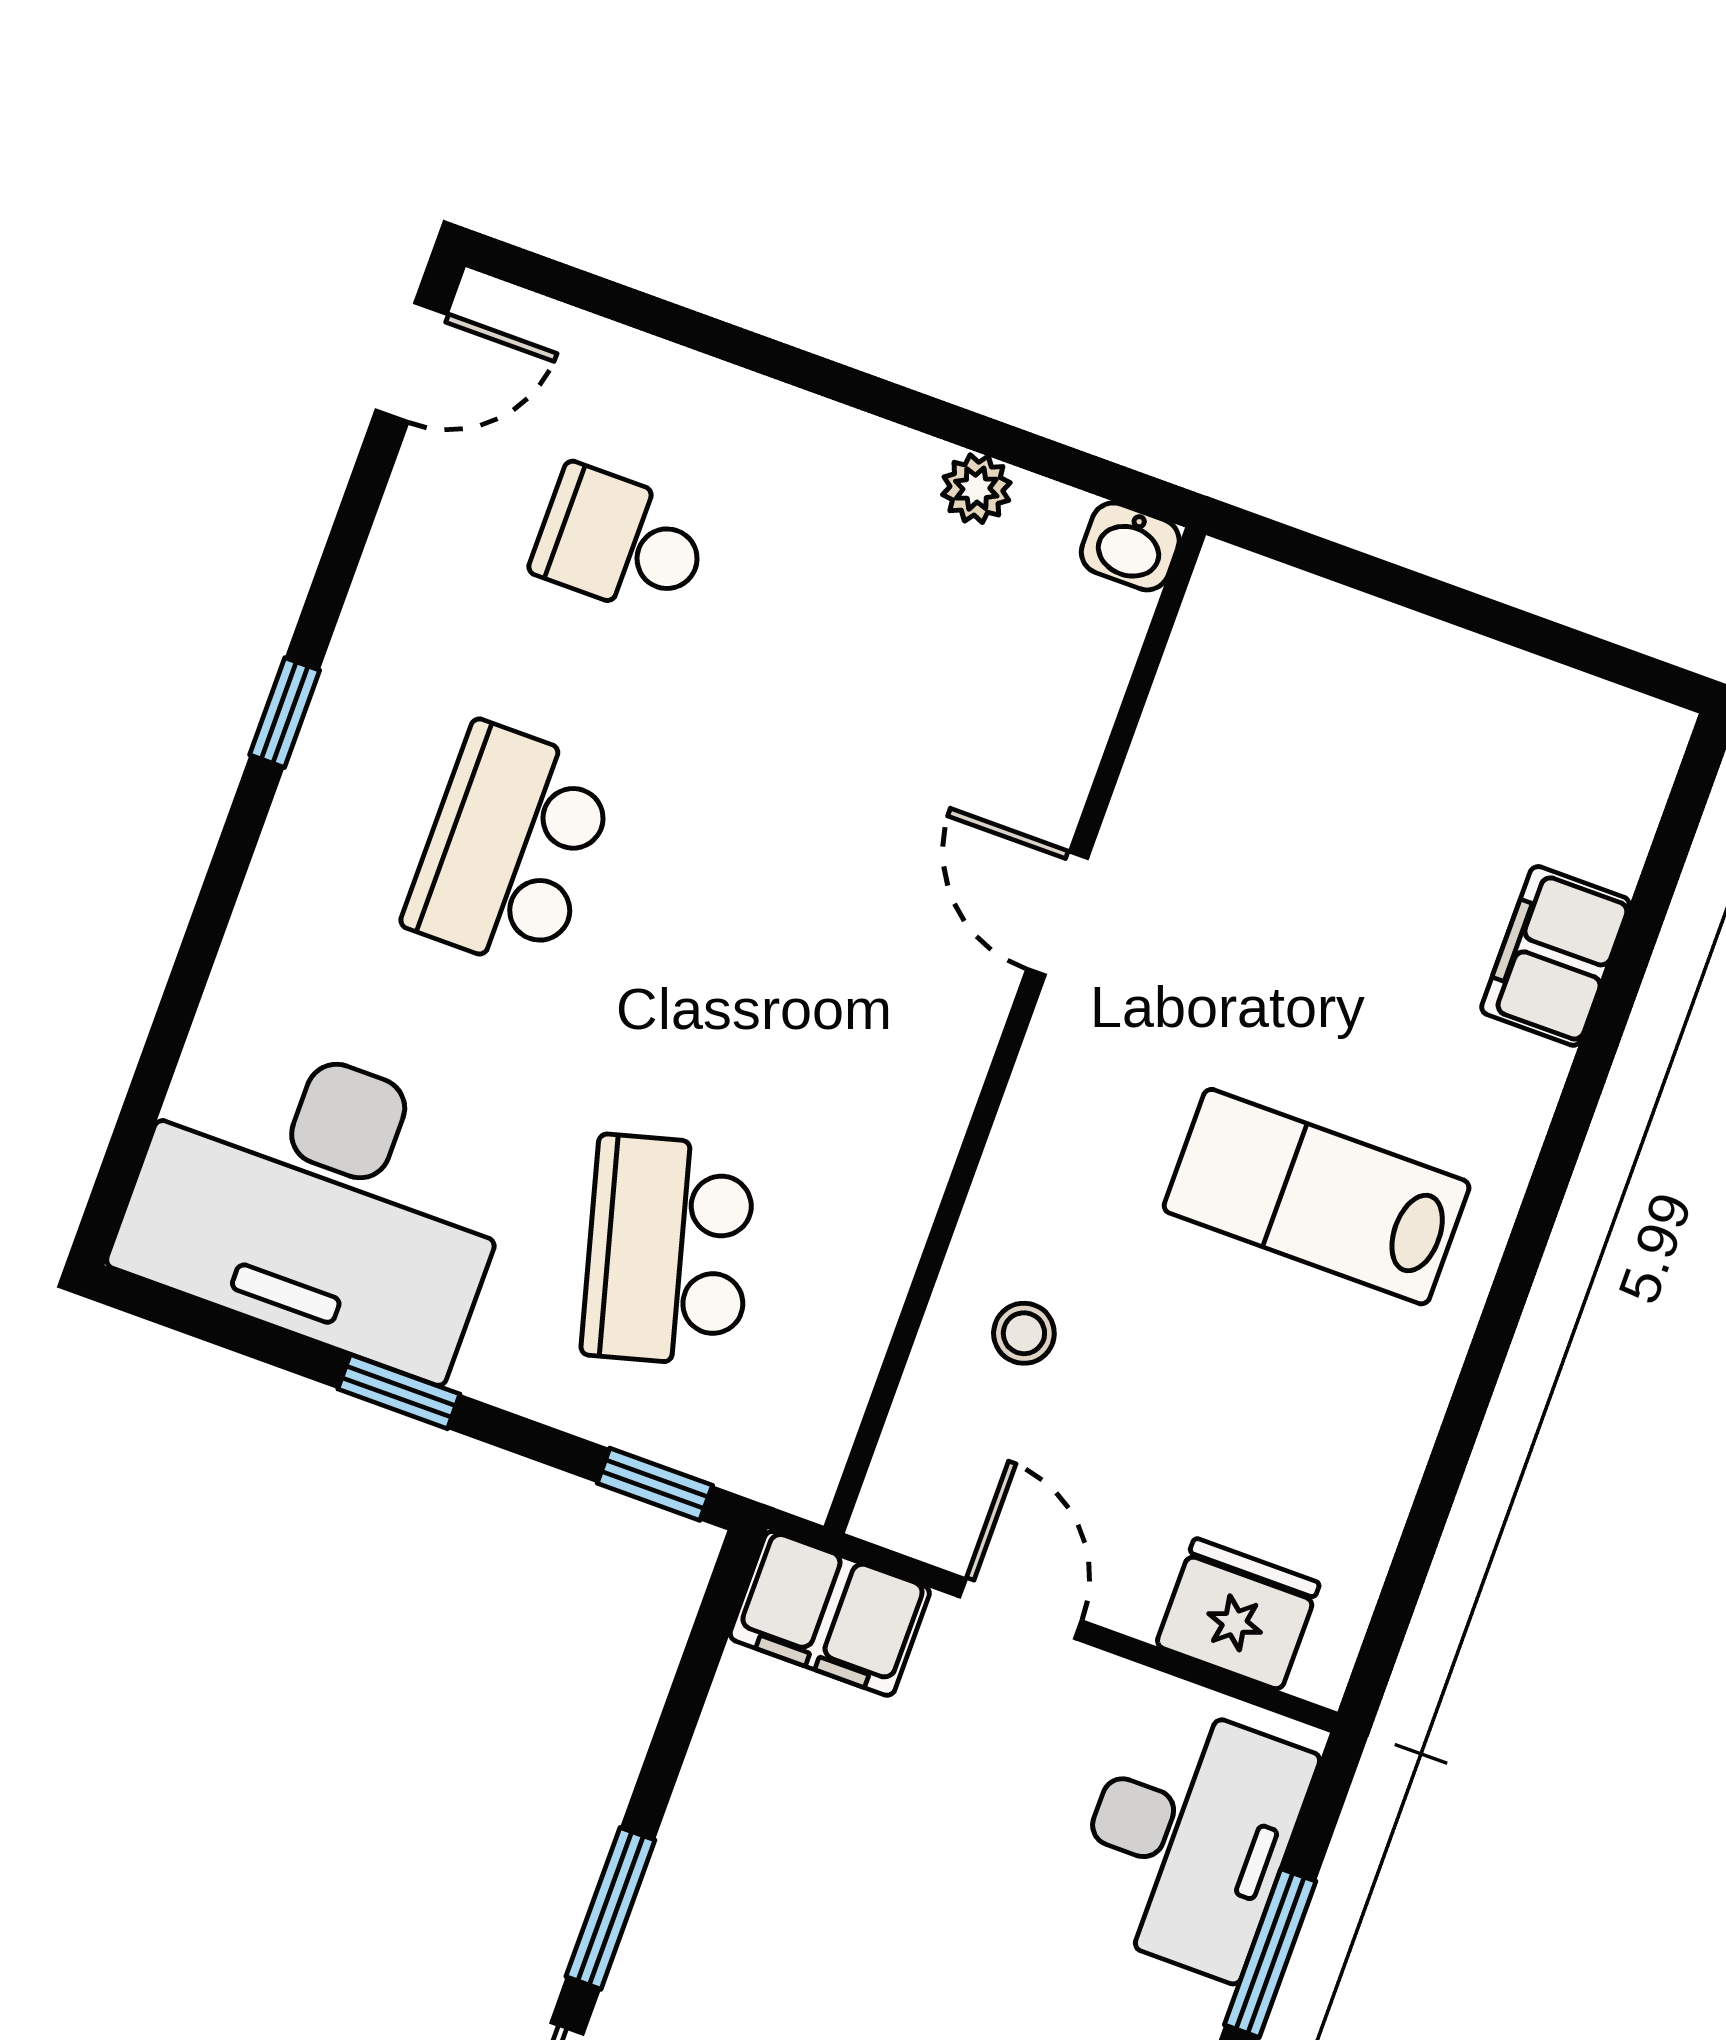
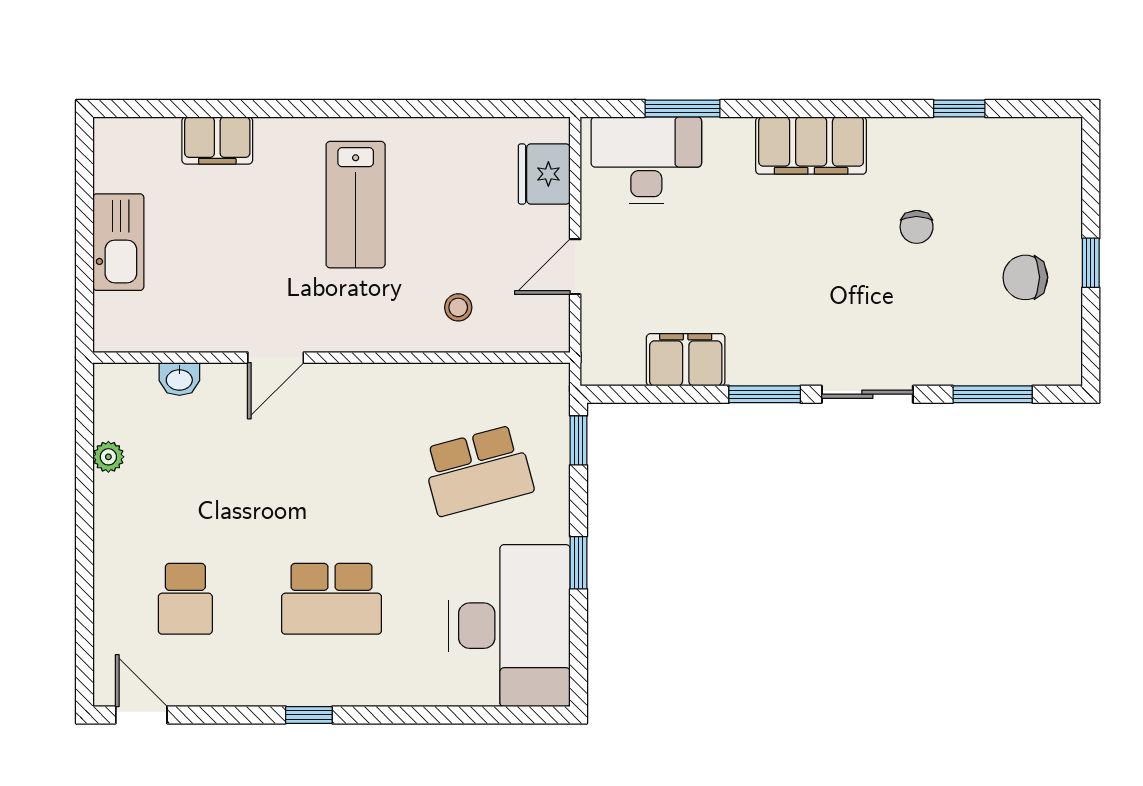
washbasin: (1130, 546) -> (179, 379), moved, turned 90
kitchen sink: (1418, 672) -> (118, 242), added
filing cabinet: (830, 1613) -> (686, 360), moved, turned -90

